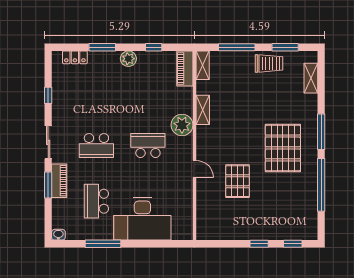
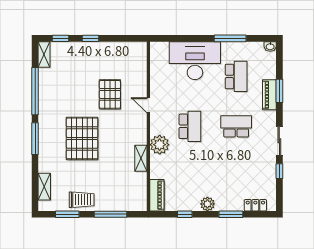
trolley: (269, 63) -> (82, 200), turned 180
shelving: (203, 65) -> (44, 54), moved
sliding door: (48, 142) -> (279, 141), moved
school desk: (148, 146) -> (190, 126), turned -90
pallet: (283, 148) -> (82, 138), moved

